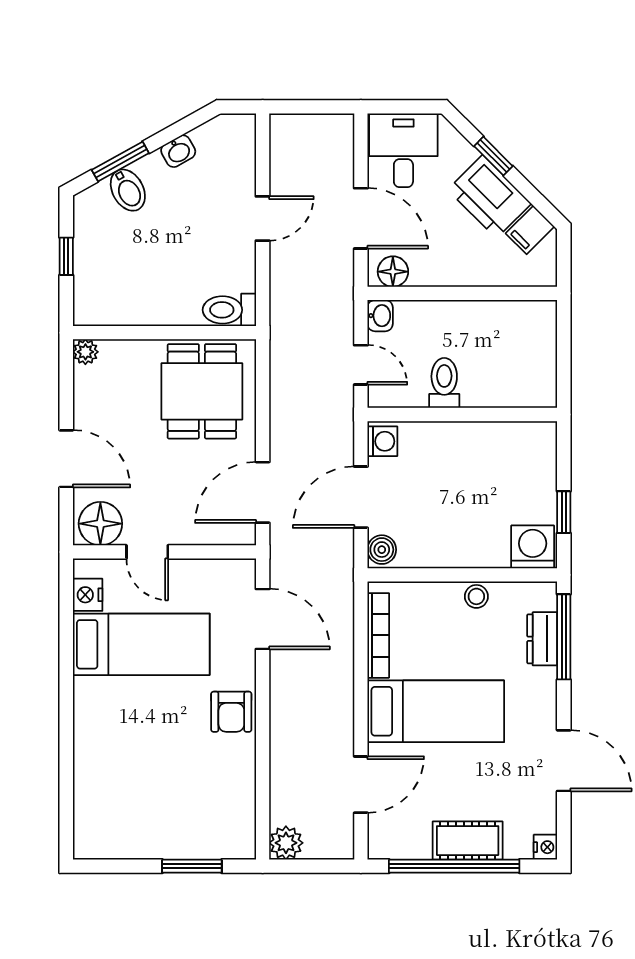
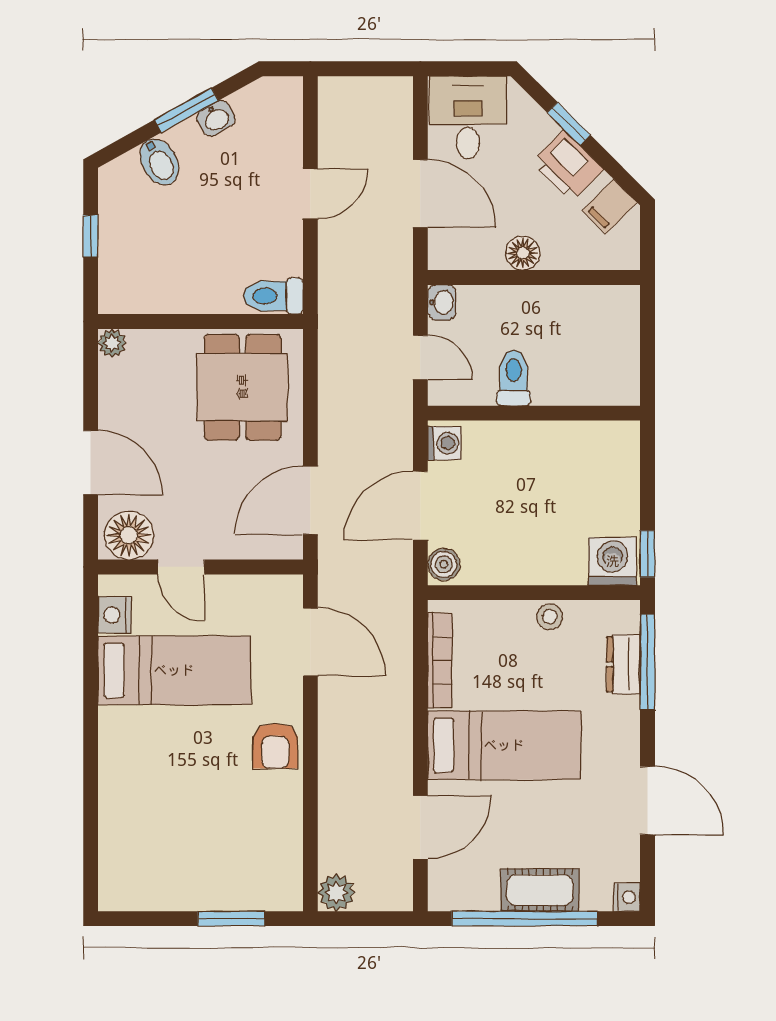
window: (120, 161) -> (186, 110), moved
printer: (489, 197) -> (568, 166), width x0.73, depth x0.84
floor lamp: (393, 272) -> (523, 253), moved
window: (564, 512) -> (647, 554), moved

